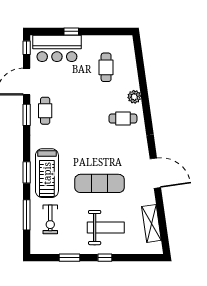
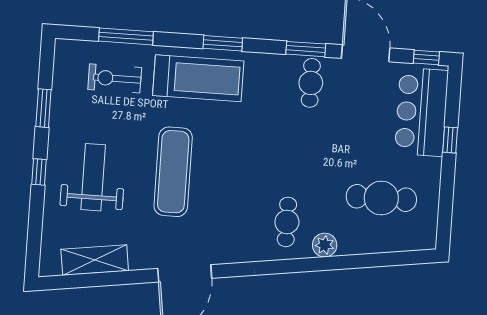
cafe table: (106, 67) -> (381, 198), width x1.37, depth x1.35
cafe table: (45, 111) -> (311, 83), turned 90
window: (27, 172) -> (223, 43), moved
treadmill: (47, 173) -> (198, 78), turned 180
weight bench: (106, 228) -> (93, 177), turned 180

